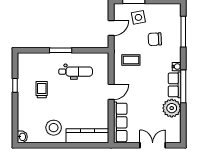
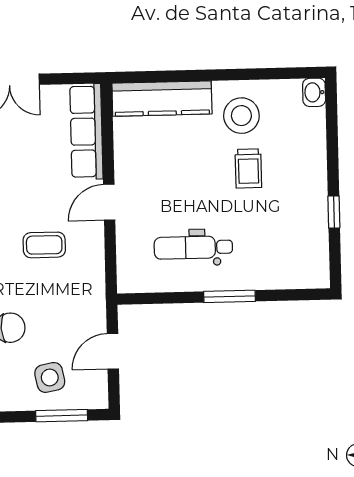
coffee table: (131, 60) -> (44, 245), moved
trolley: (42, 90) -> (248, 168), moved

